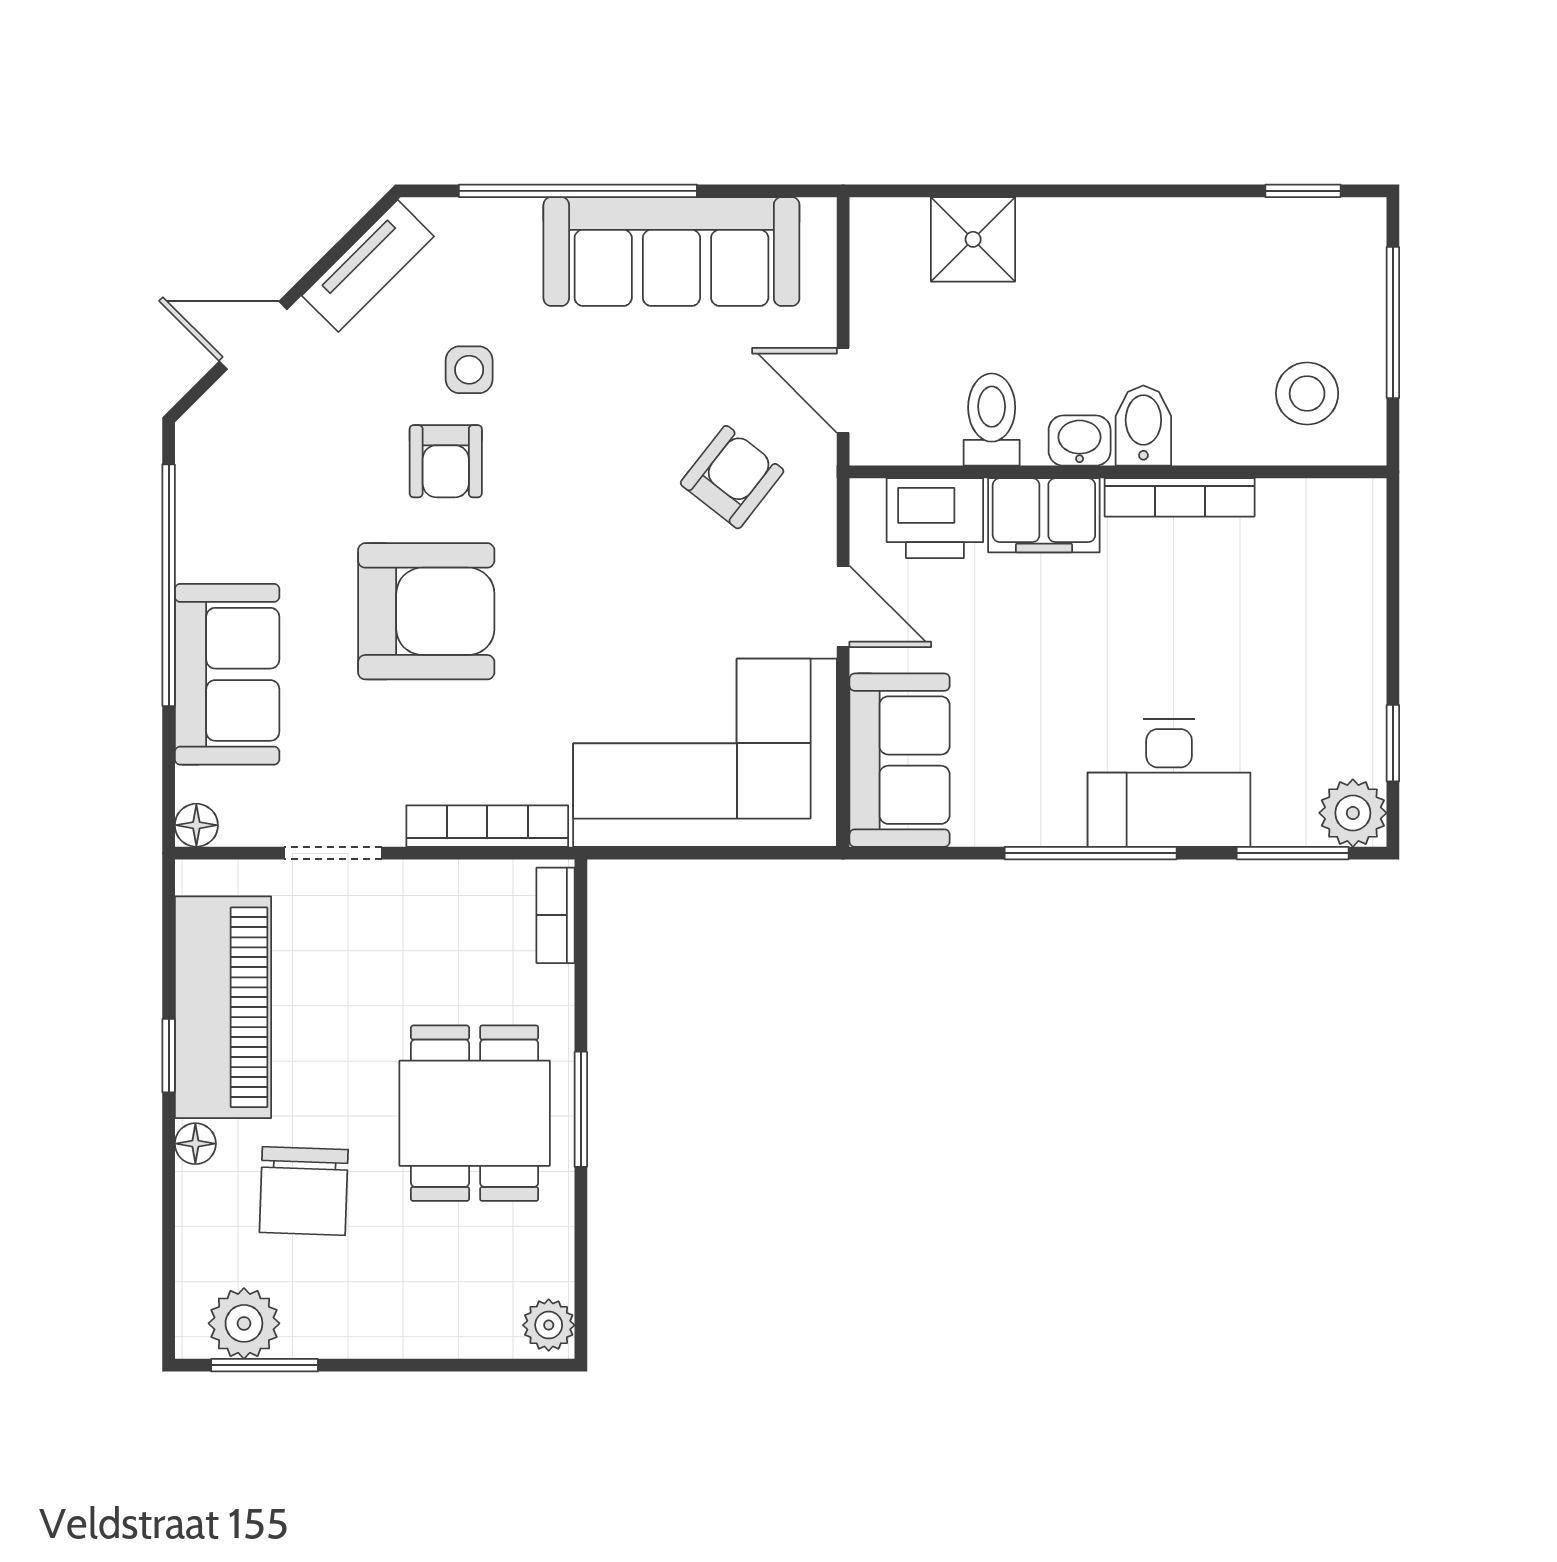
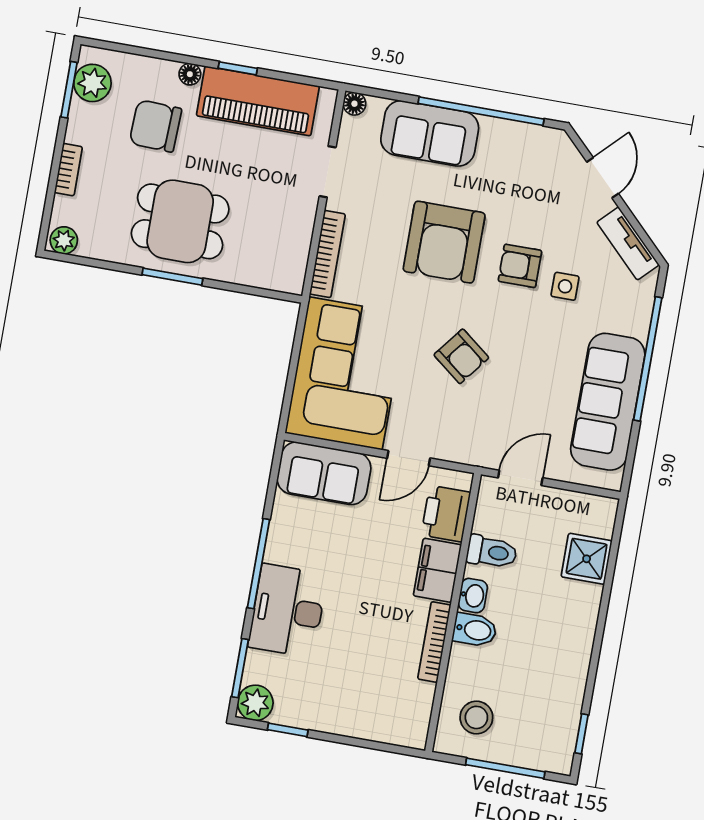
armchair: (732, 477) -> (461, 356), moved
bookcase: (556, 915) -> (68, 170), moved, turned 90

